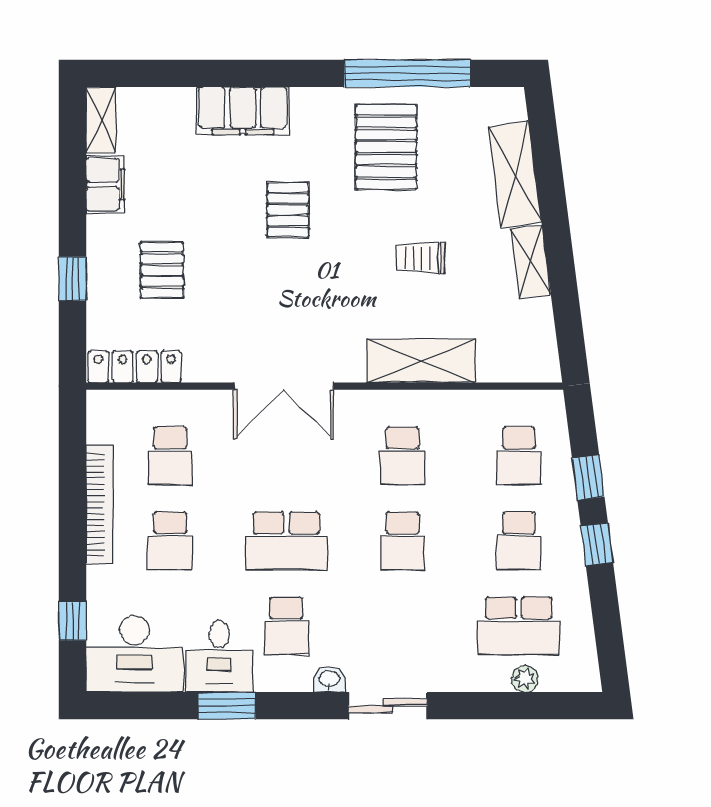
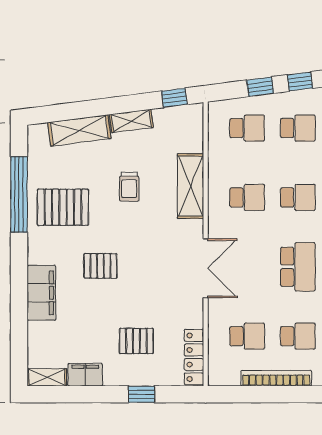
window: (570, 334) -> (174, 98), added

